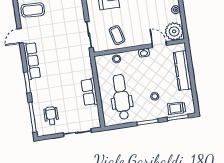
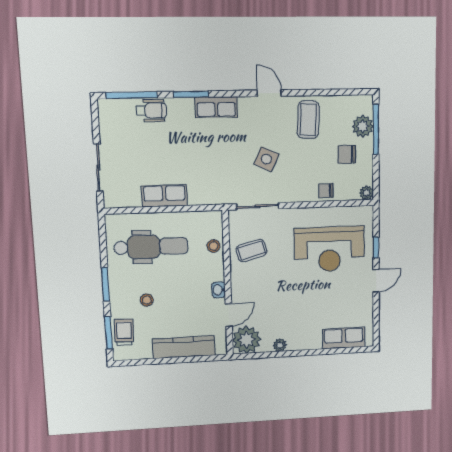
side table: (60, 33) -> (266, 159), added
row of seats: (32, 61) -> (216, 107), width x0.68
wheelchair: (51, 116) -> (151, 111), moved

